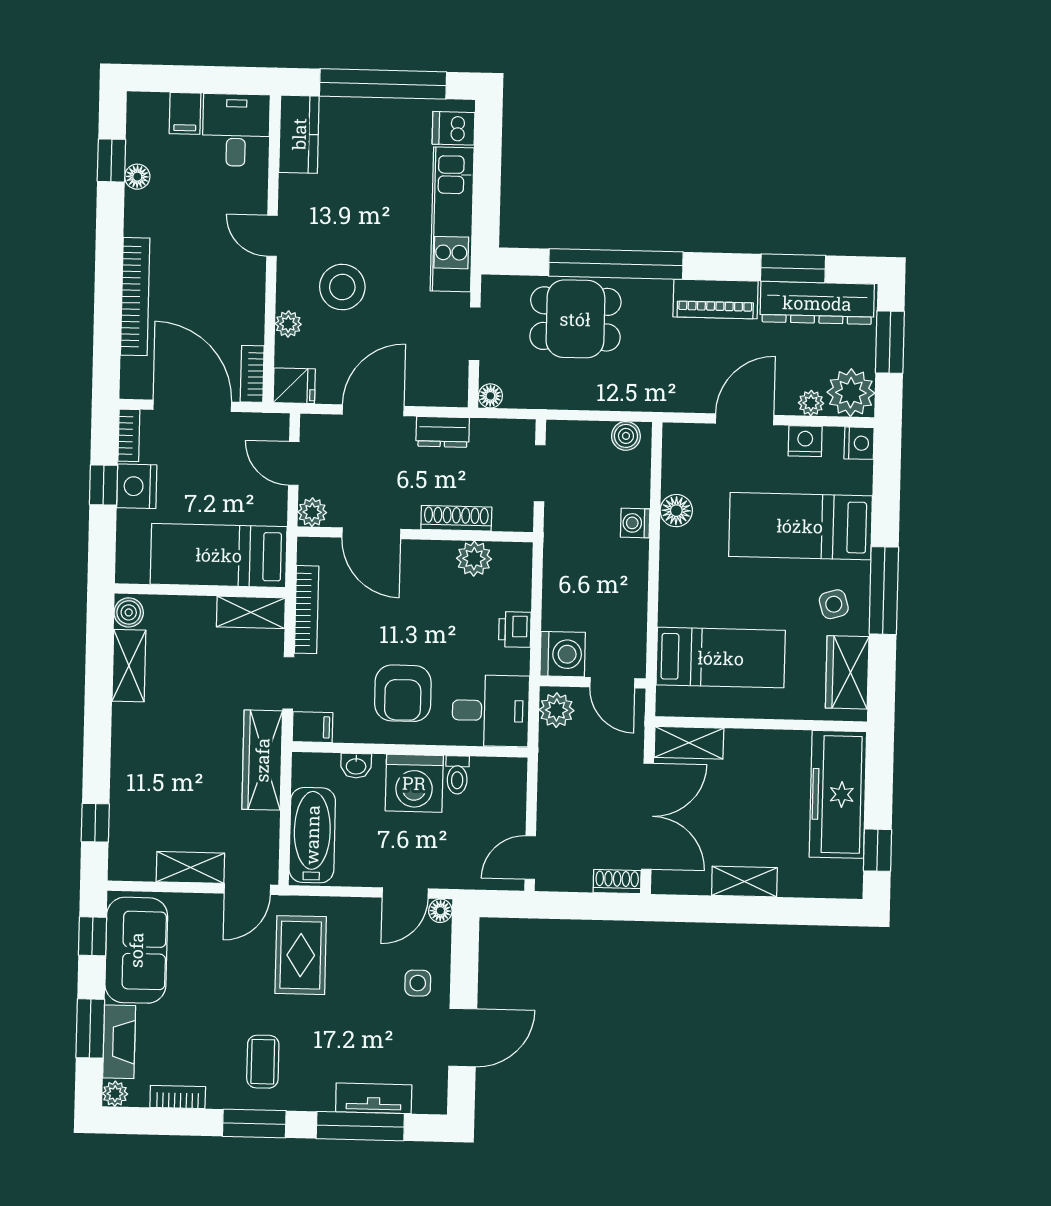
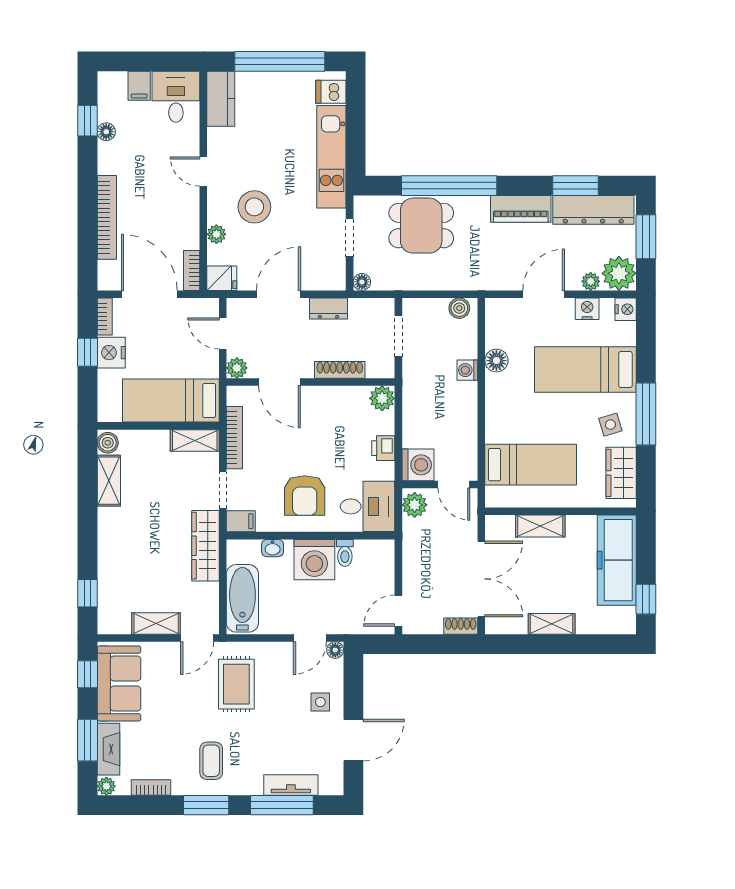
plant: (474, 559) -> (382, 398), moved
shelving: (689, 743) -> (540, 526), moved

